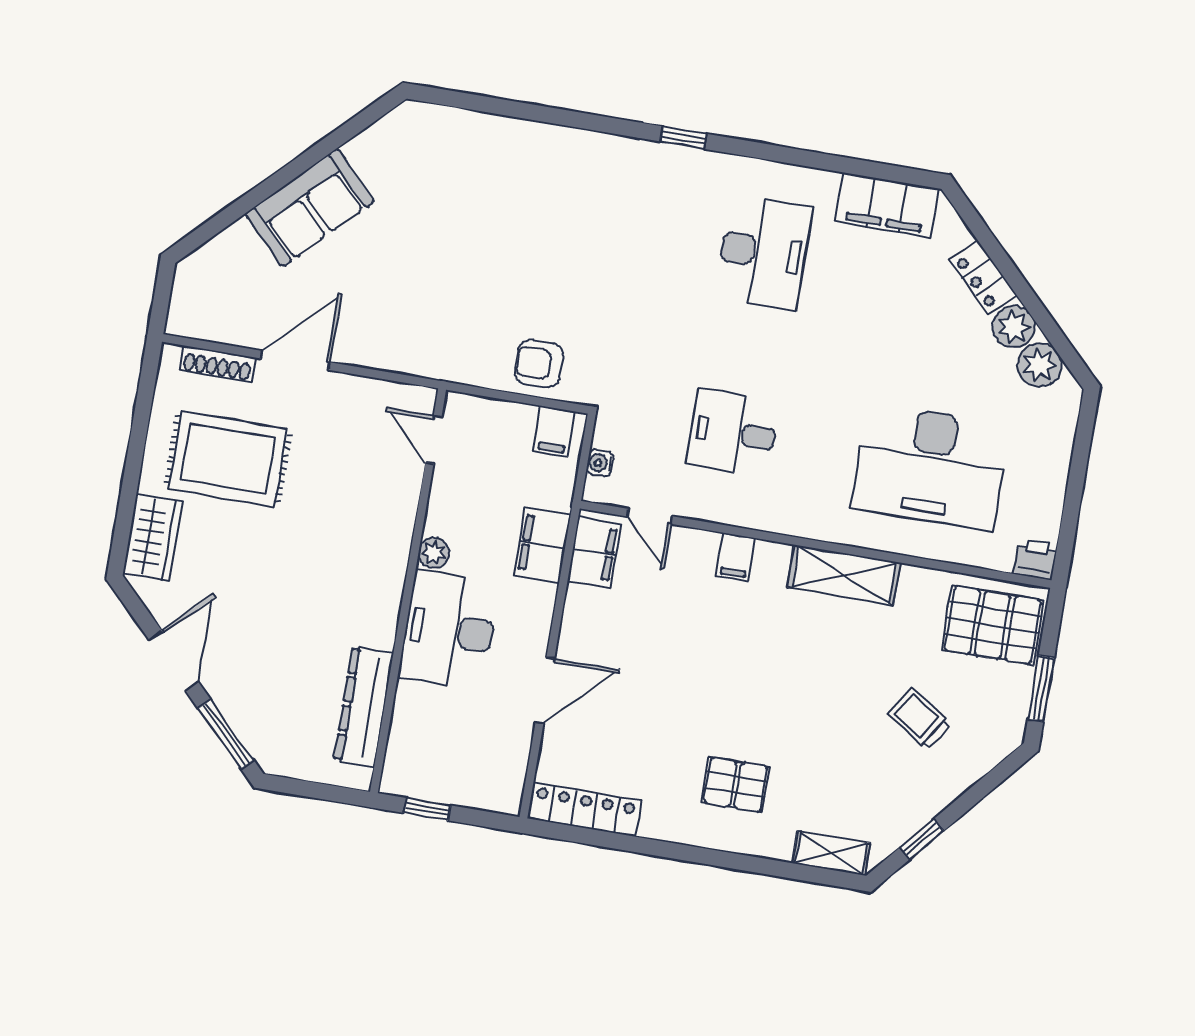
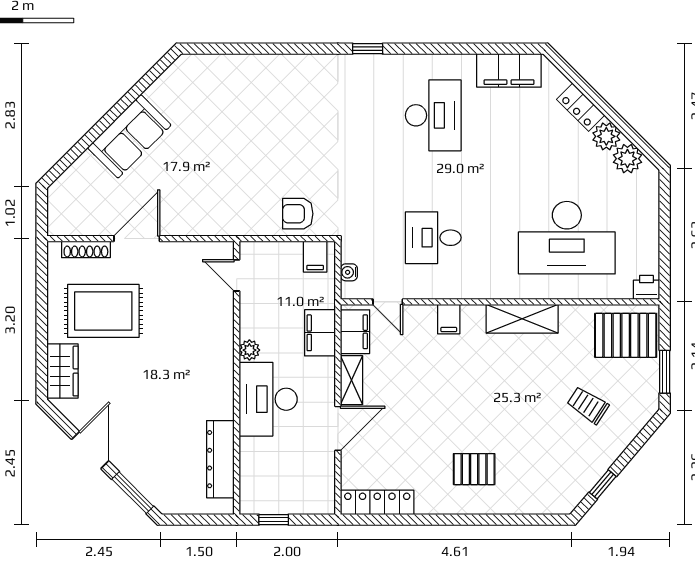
shelving: (831, 853) -> (352, 380), moved, turned 90

